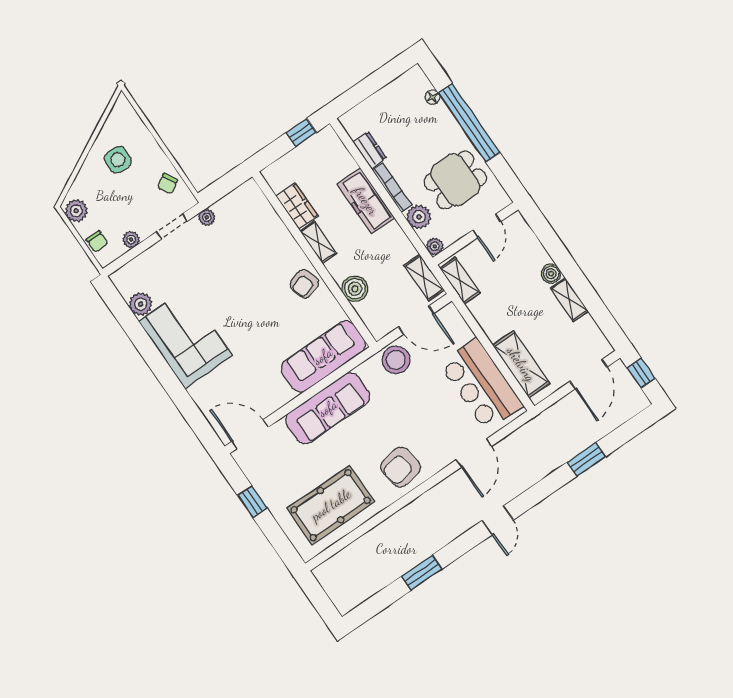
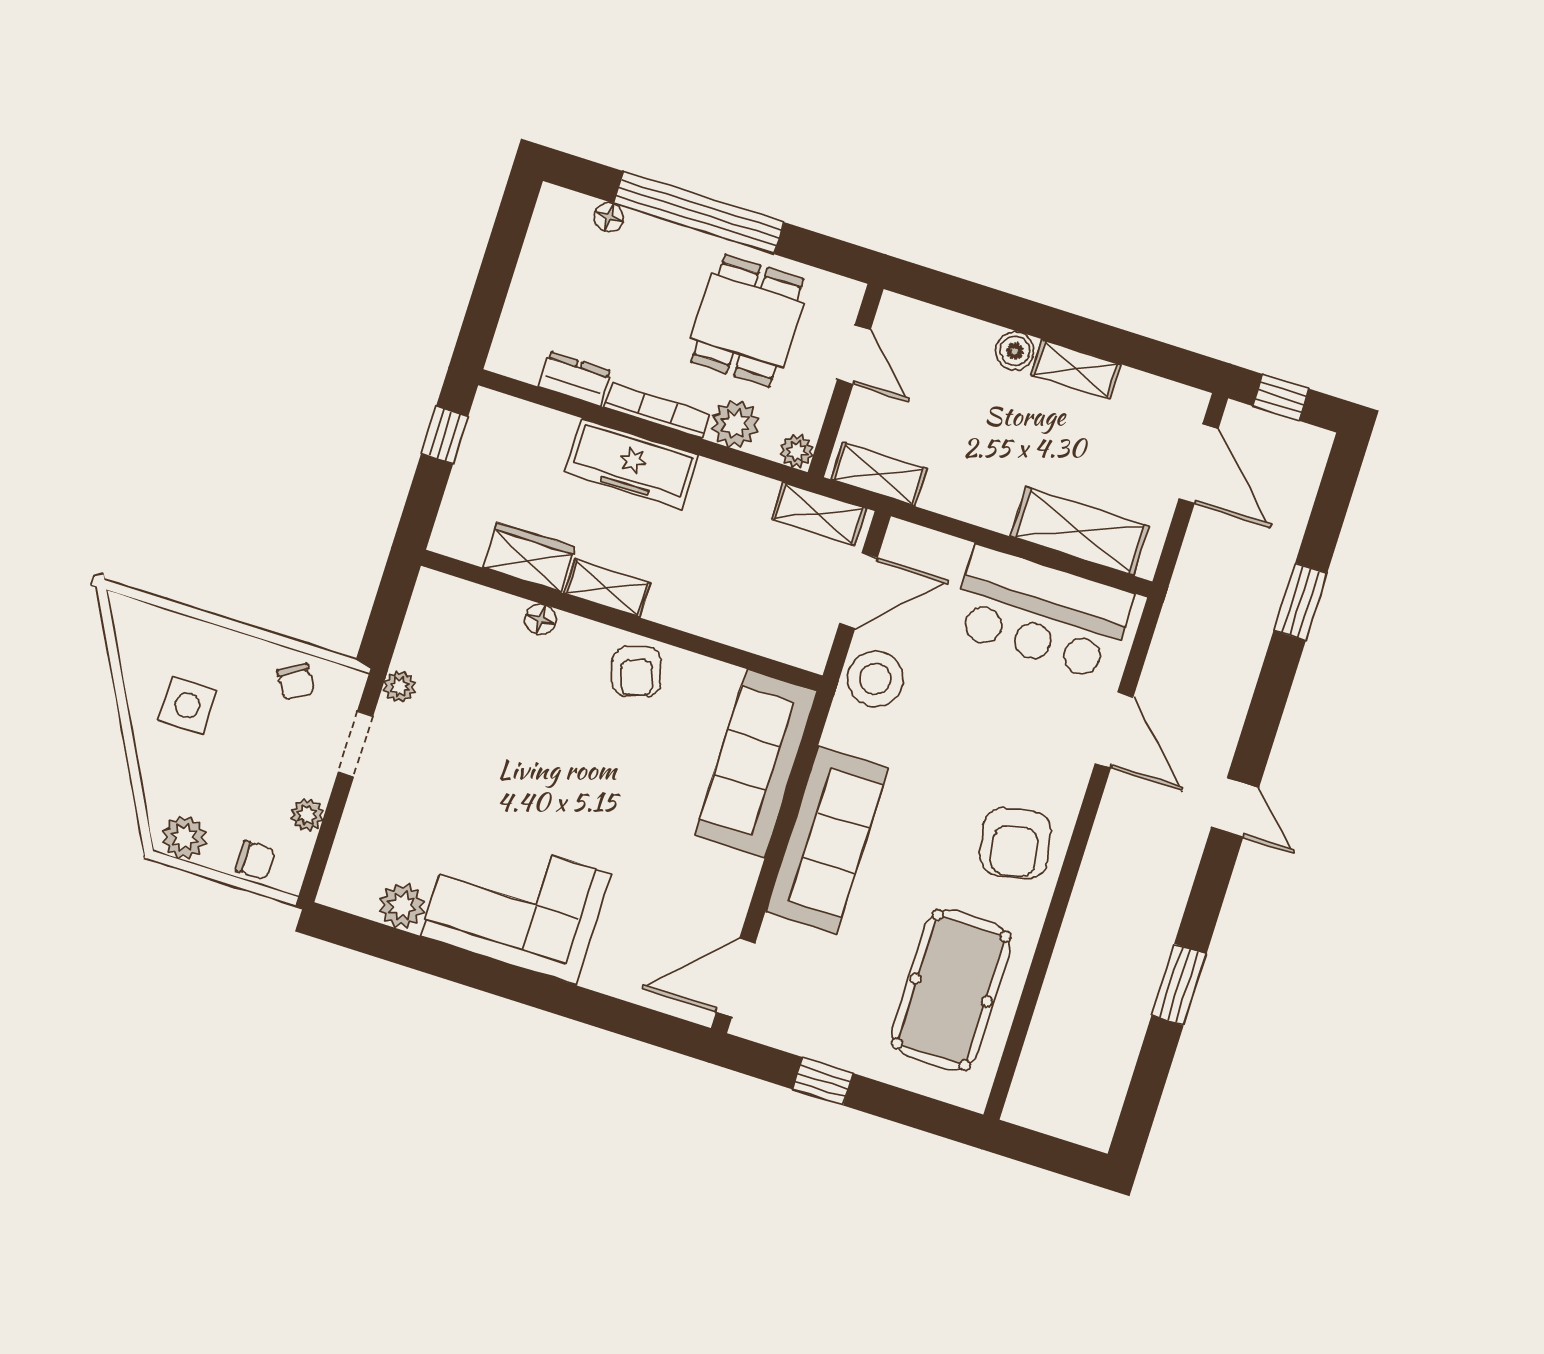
floor lamp: (283, 234) -> (540, 620), added
boiler: (355, 289) -> (723, 617), removed

